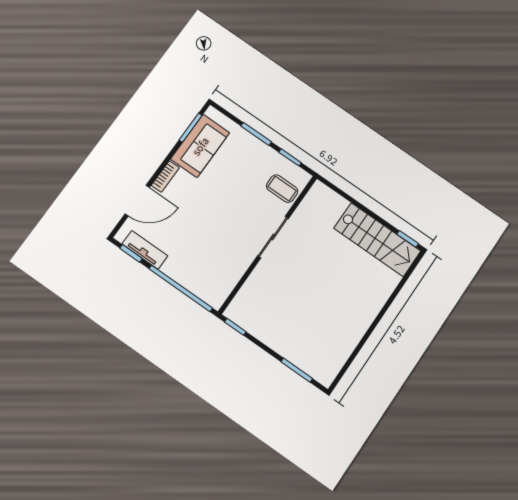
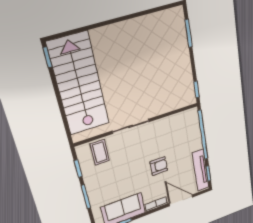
armchair: (203, 219) -> (159, 166), added
stairs: (377, 240) -> (79, 84), width x1.36, depth x1.51
tv unit: (145, 250) -> (201, 170), width x1.41

